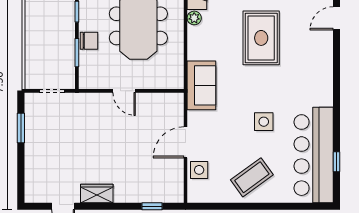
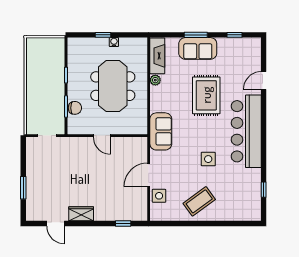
chair: (89, 41) -> (75, 108), moved
window: (21, 128) -> (23, 188), moved
bar counter: (314, 155) -> (246, 131), moved

